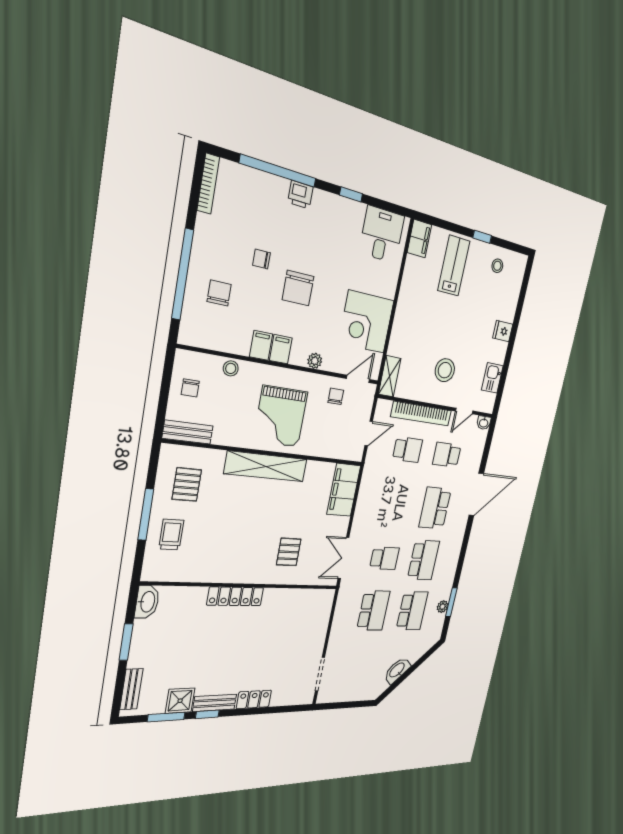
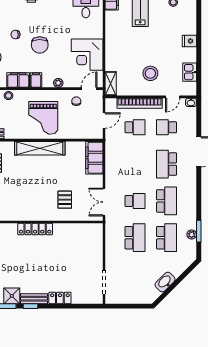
filing cabinet: (261, 345) -> (18, 80), width x2.00

